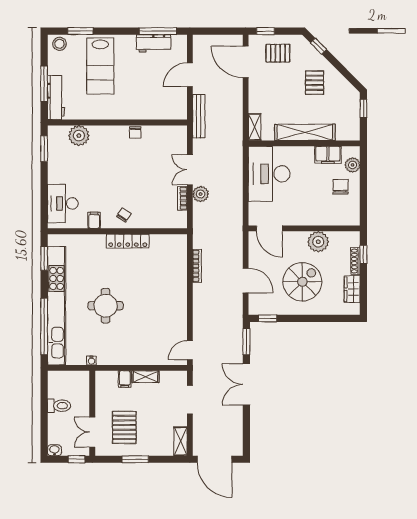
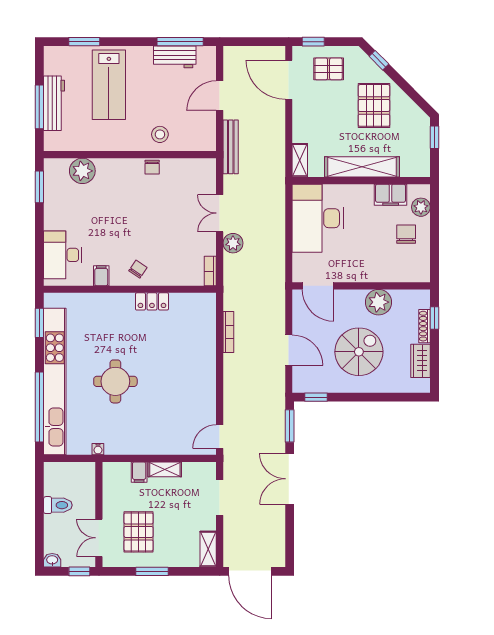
stool: (60, 44) -> (160, 134), moved
pallet: (315, 83) -> (374, 105), width x1.50, depth x1.42
workbench: (56, 97) -> (54, 103), moved
bookcase: (182, 198) -> (210, 271), moved
locker: (128, 241) -> (152, 301), width x0.66

